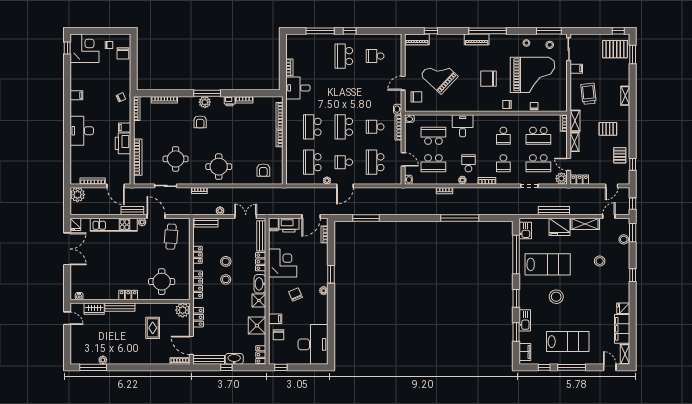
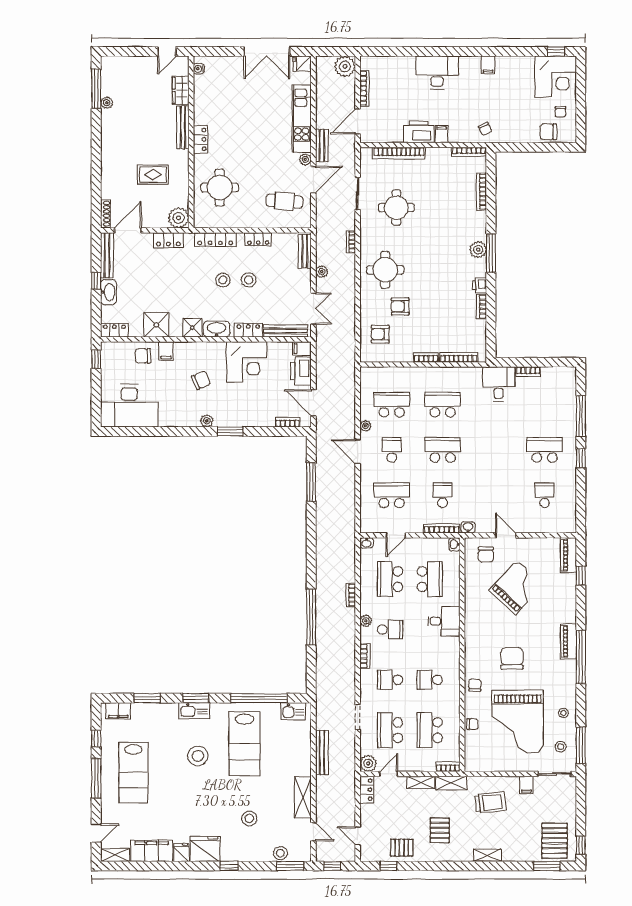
armchair: (200, 122) -> (400, 306), moved
fridge: (560, 227) -> (205, 849), moved, turned 90
kitchen sink: (525, 320) -> (194, 711), moved

